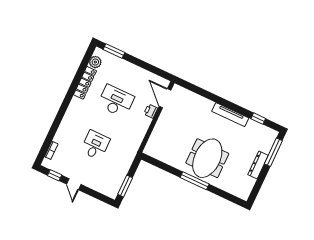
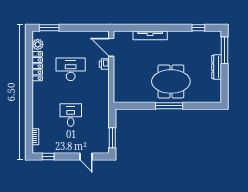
tv unit: (230, 115) -> (150, 35), moved
meeting table: (207, 158) -> (171, 81), turned 90
door: (74, 184) -> (86, 157), moved

